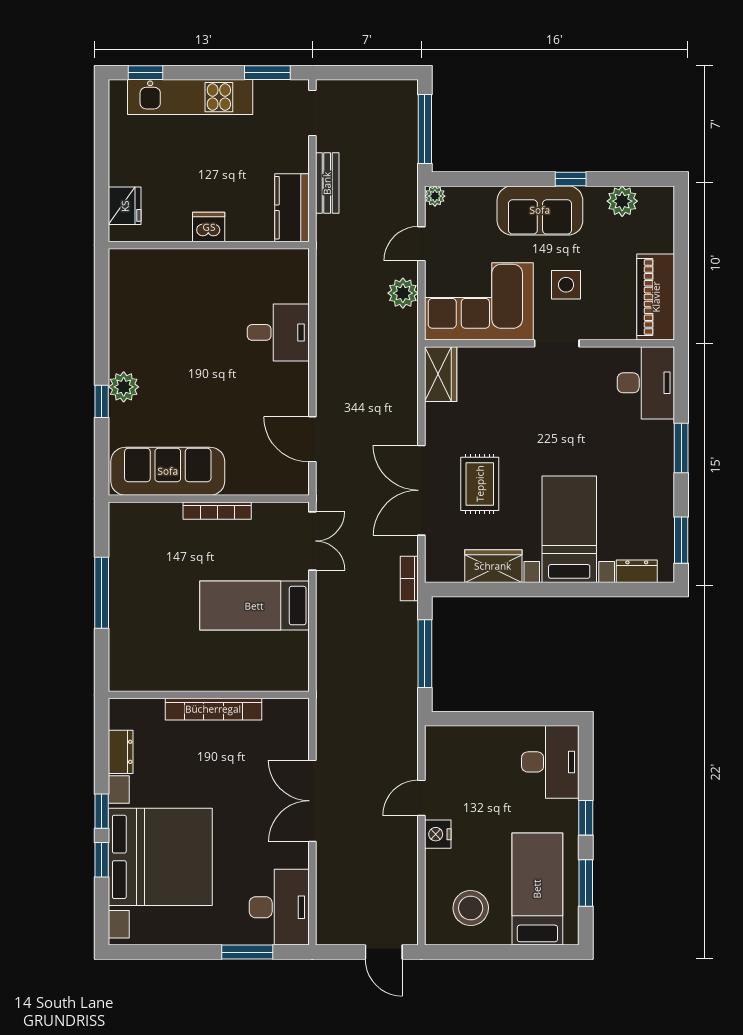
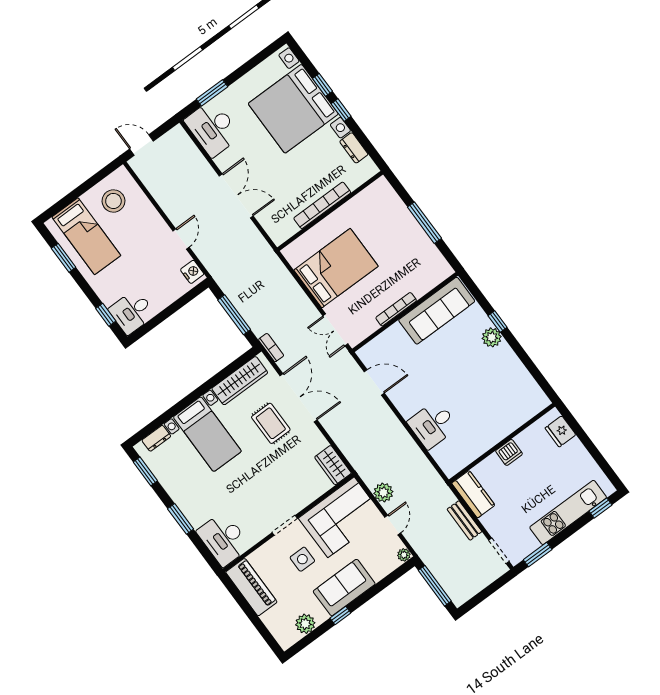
wardrobe: (493, 566) -> (240, 381), width x1.50
bed: (254, 606) -> (336, 268), width x1.50
desk: (550, 762) -> (132, 312), width x0.73
window: (586, 818) -> (106, 315), moved
nightstand: (438, 834) -> (192, 272), moved

